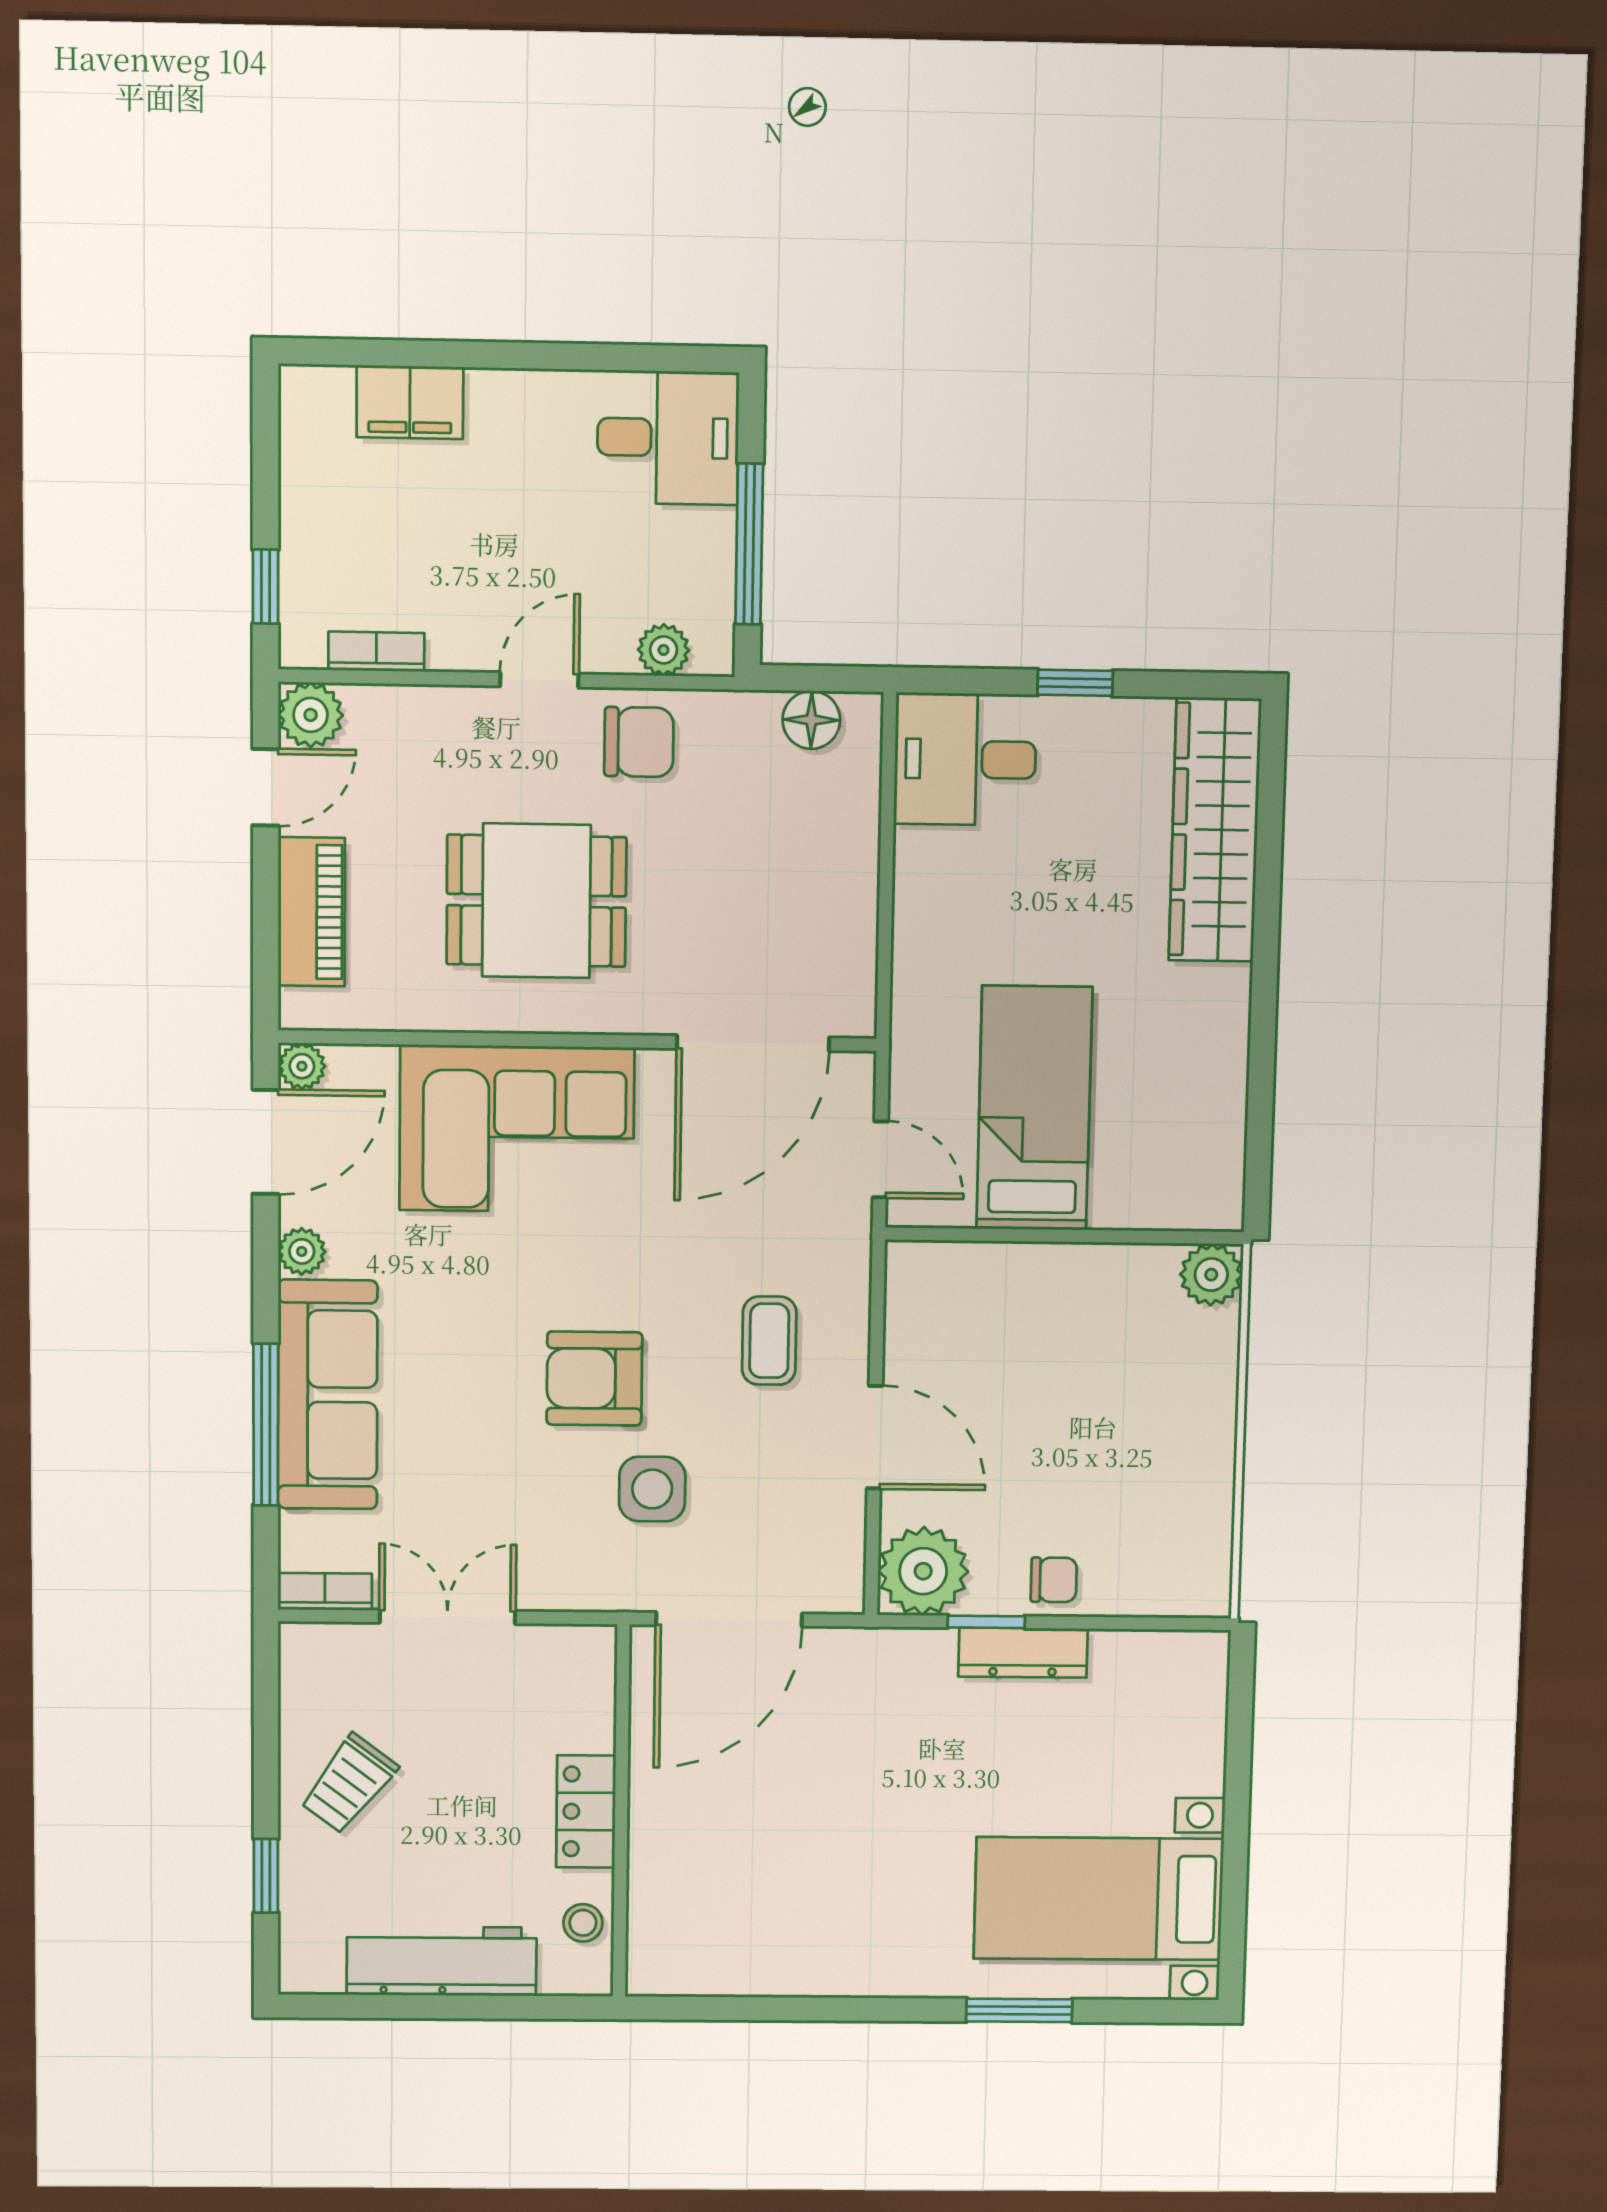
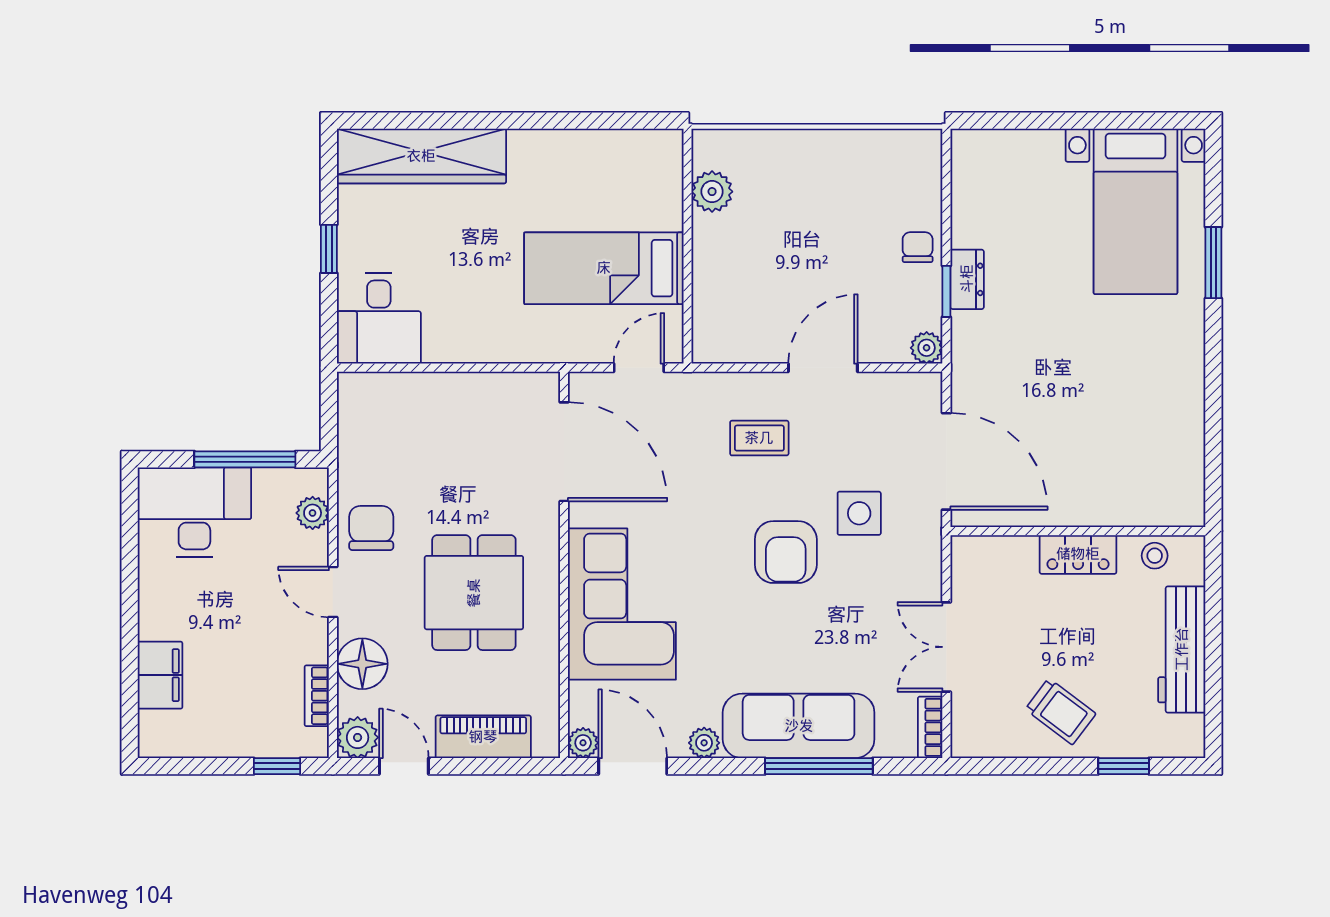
desk: (668, 438) -> (194, 512), width x1.37
floor lamp: (811, 720) -> (362, 664), moved, width x1.38, depth x1.38
plant: (1211, 1275) -> (712, 192), moved
plant: (923, 1571) -> (927, 348), width x0.53, depth x0.53
dresser: (1023, 1653) -> (967, 279), width x0.70

